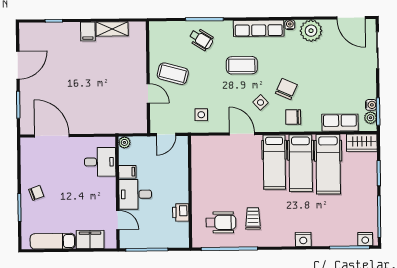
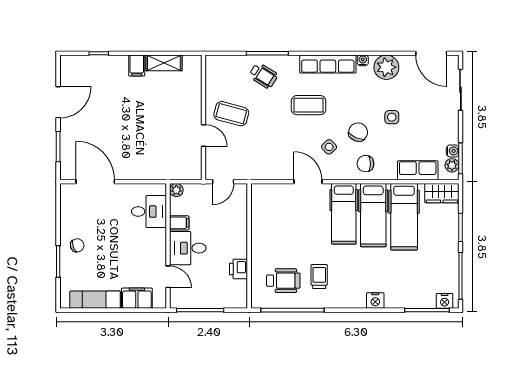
side table: (201, 115) -> (392, 117), moved

